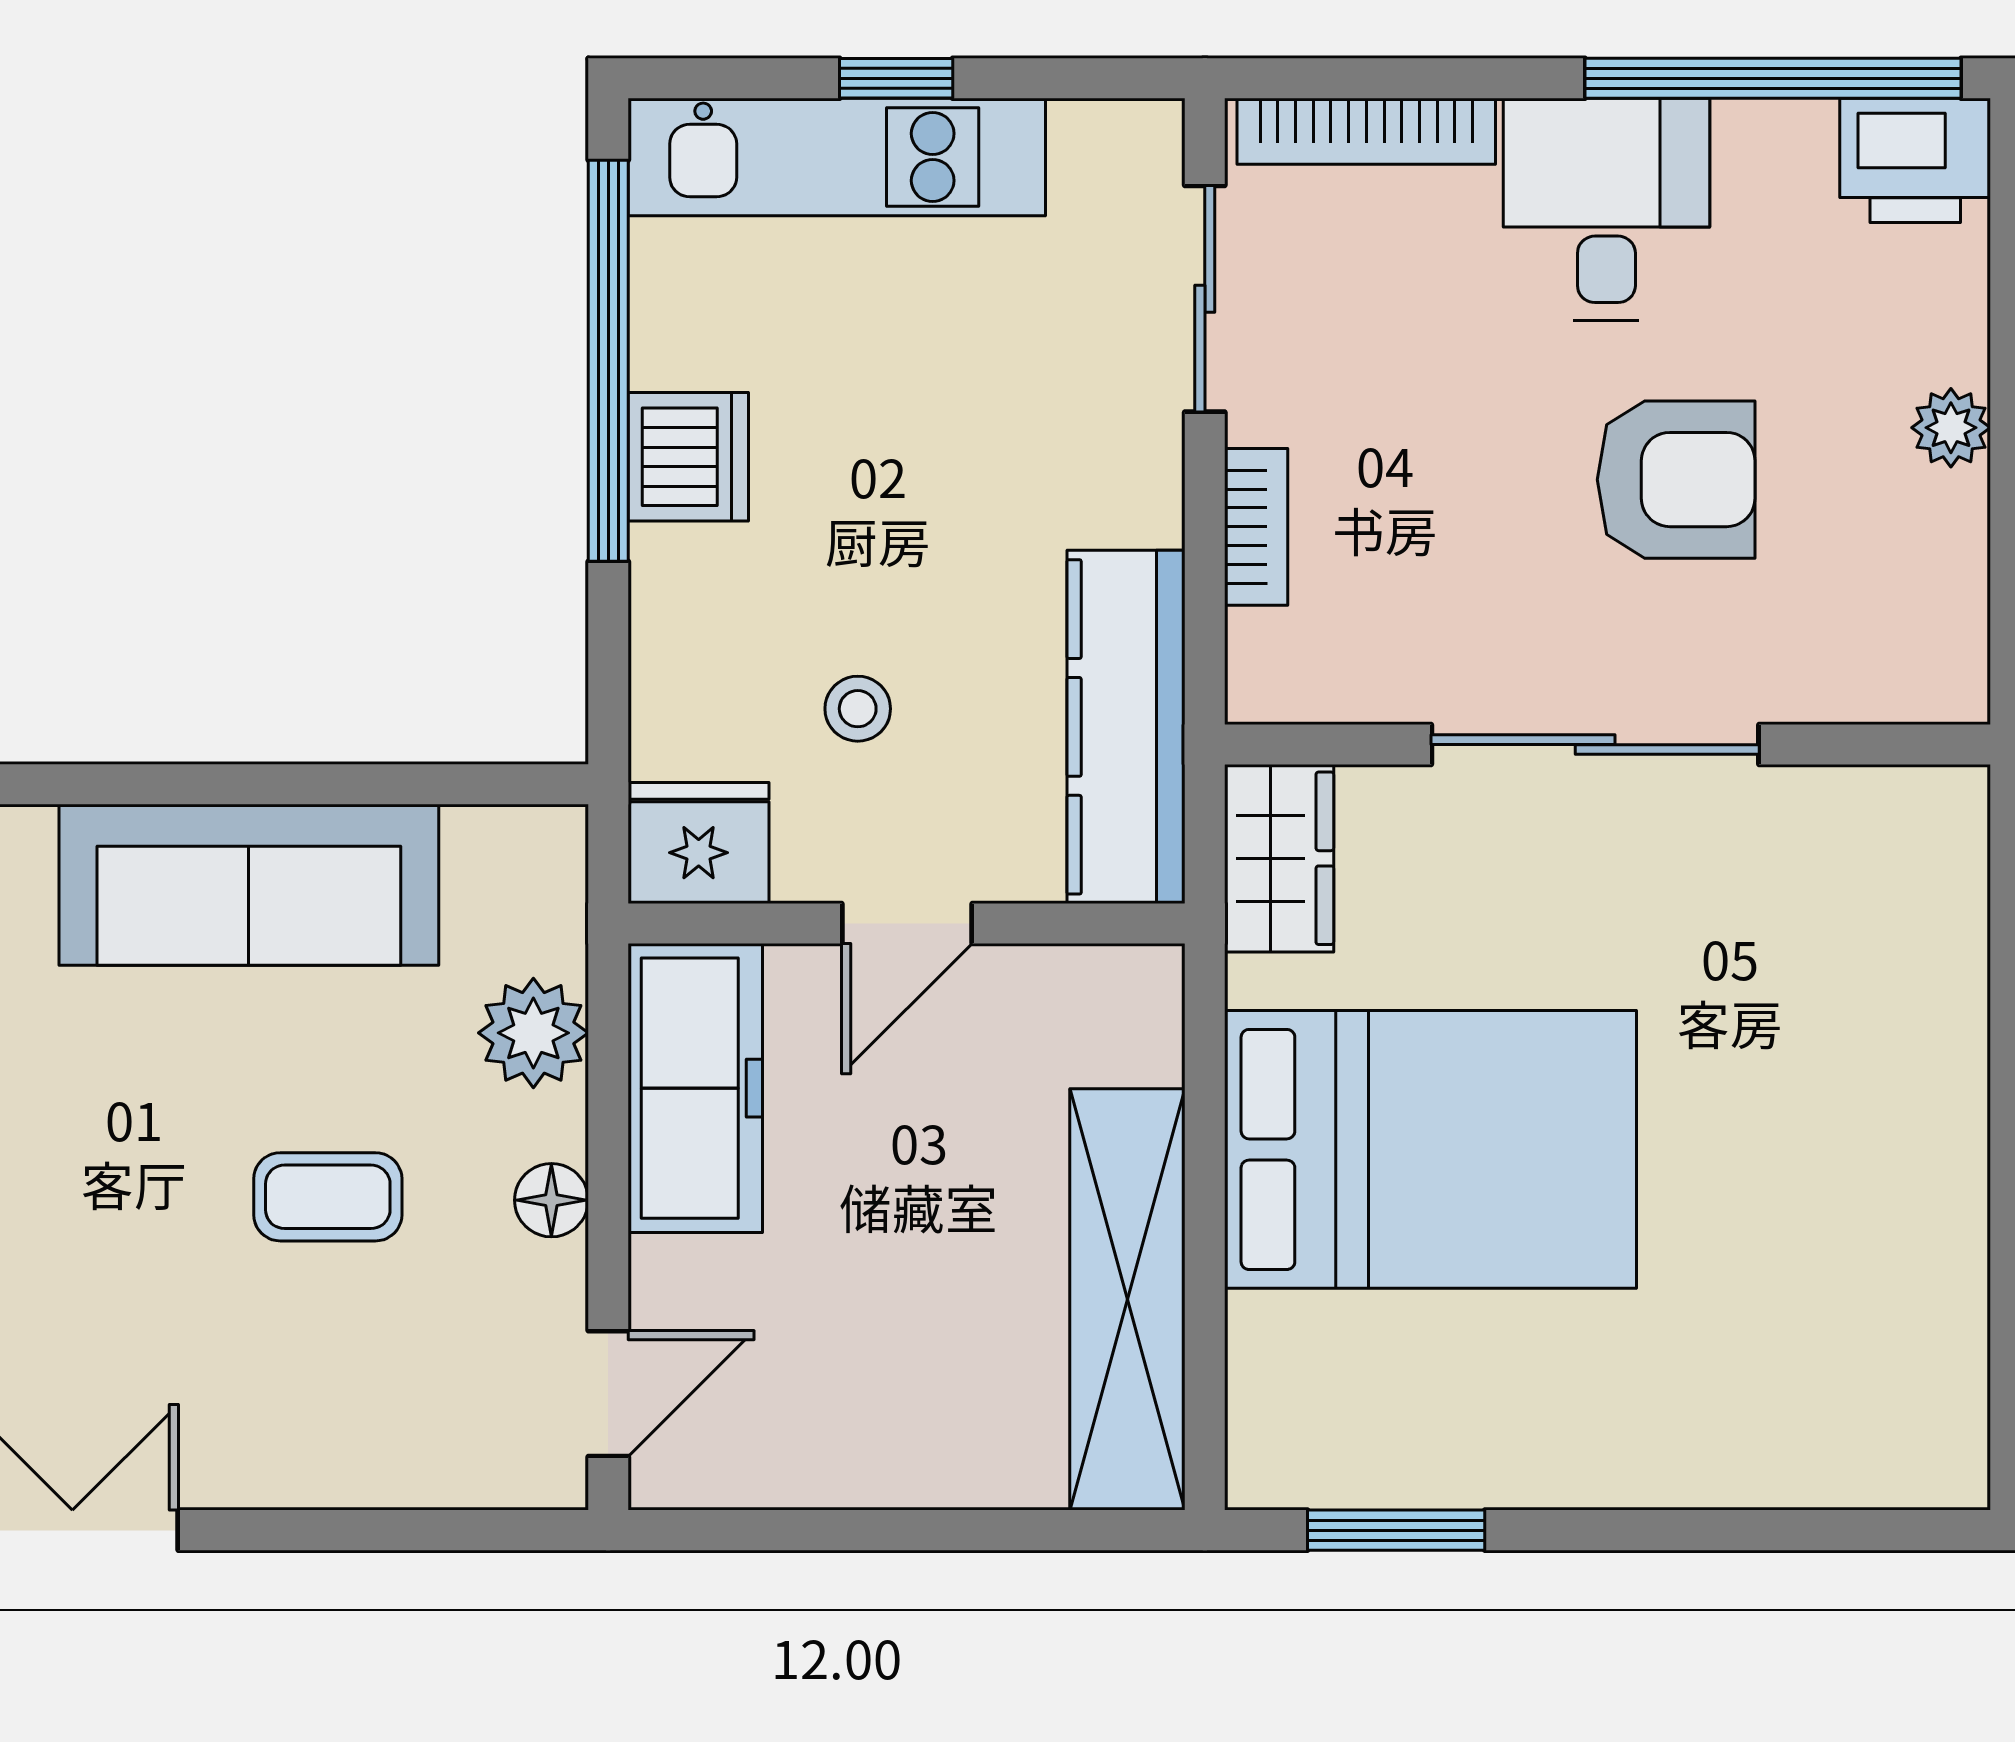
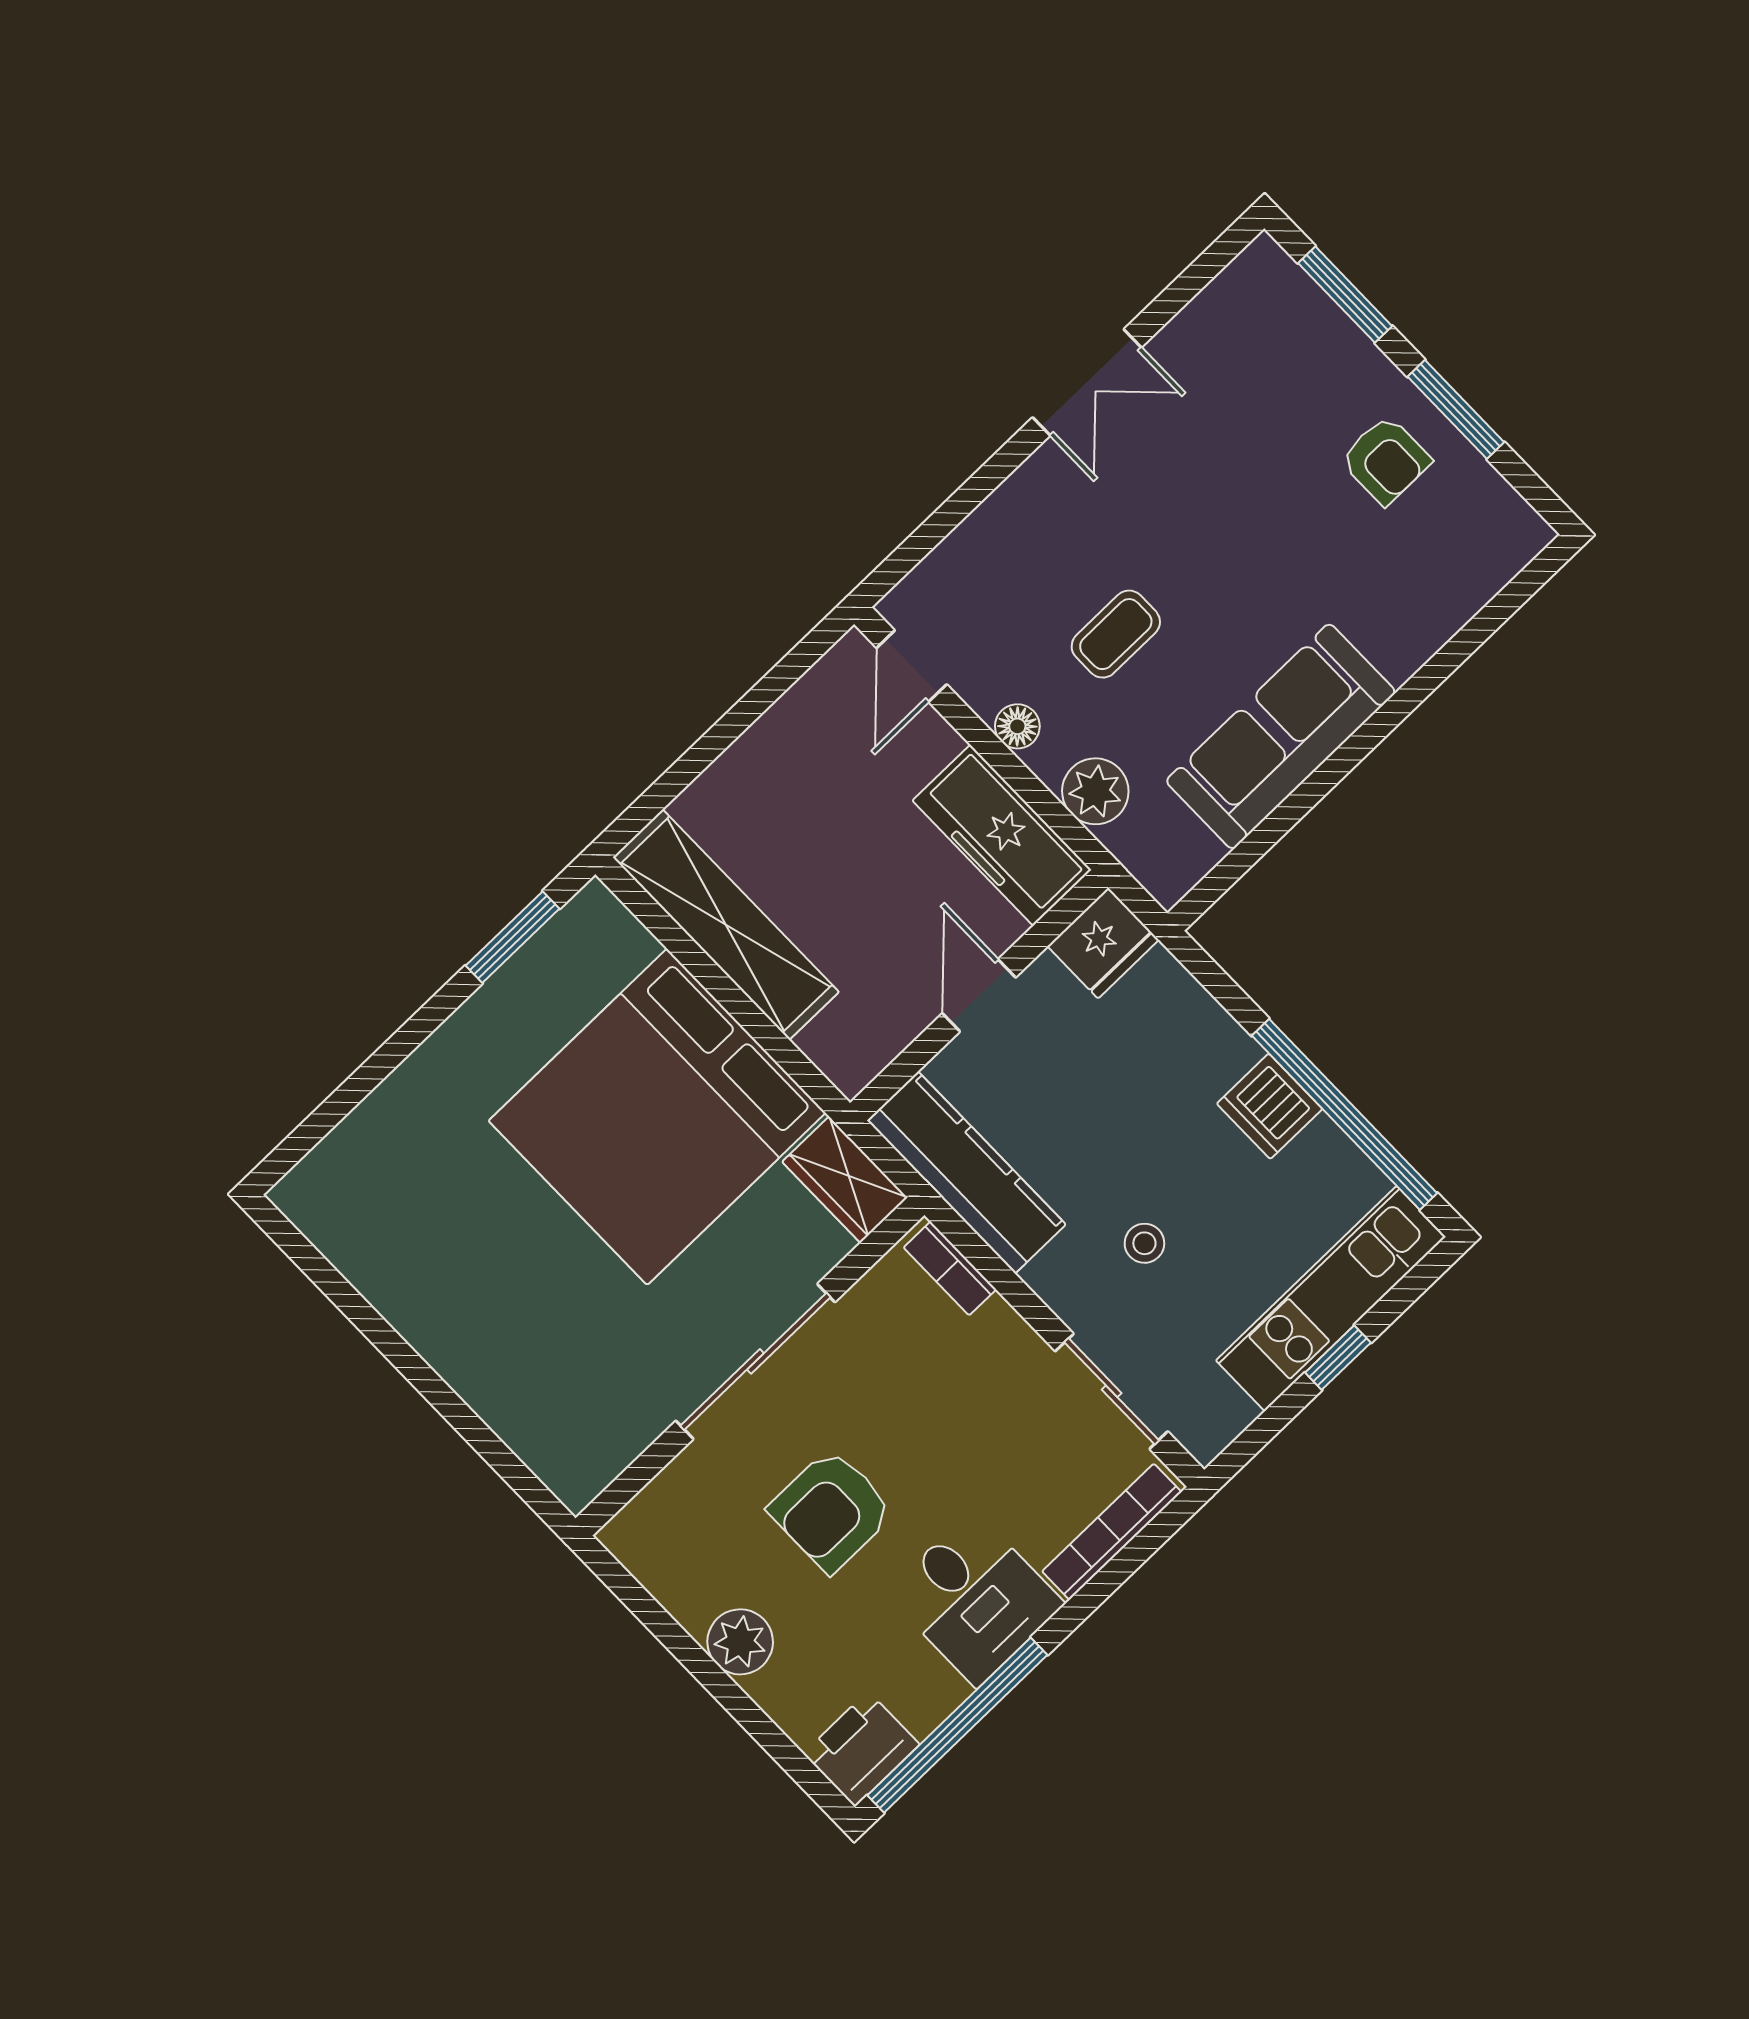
plant: (1951, 428) -> (740, 1642), width x1.38, depth x1.38
bookcase: (1256, 527) -> (950, 1268), moved
stool: (858, 709) -> (1144, 1243), moved
bed: (1431, 1149) -> (657, 1117), width x1.36

